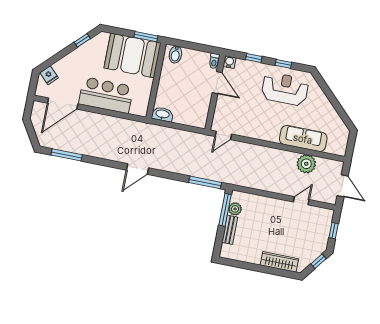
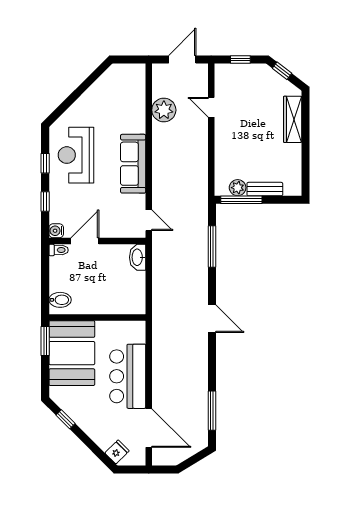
washbasin: (162, 114) -> (138, 257), moved
sofa: (303, 139) -> (133, 164), moved
window: (205, 182) -> (212, 247), moved

